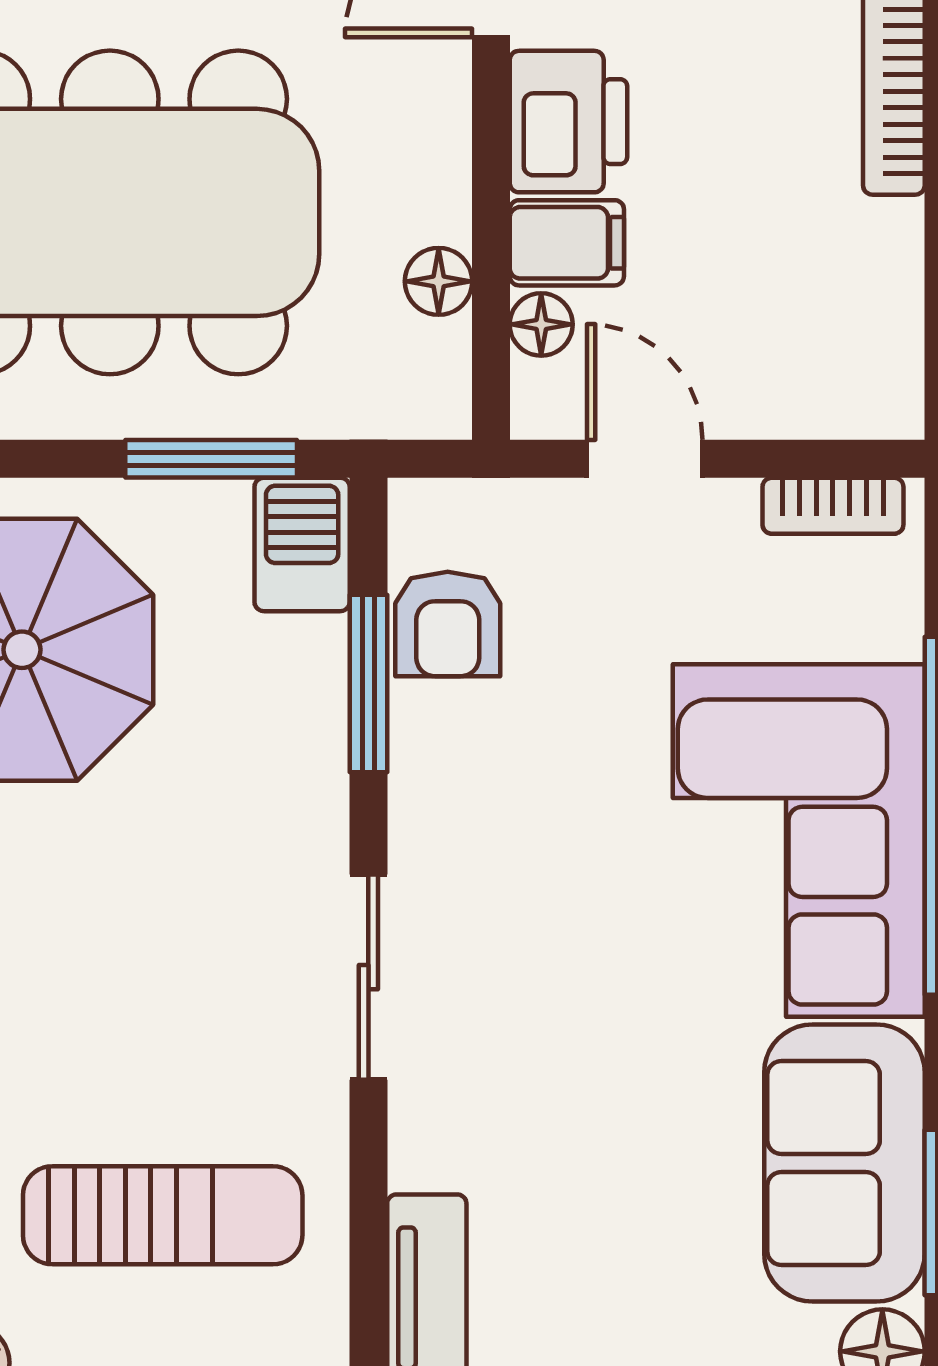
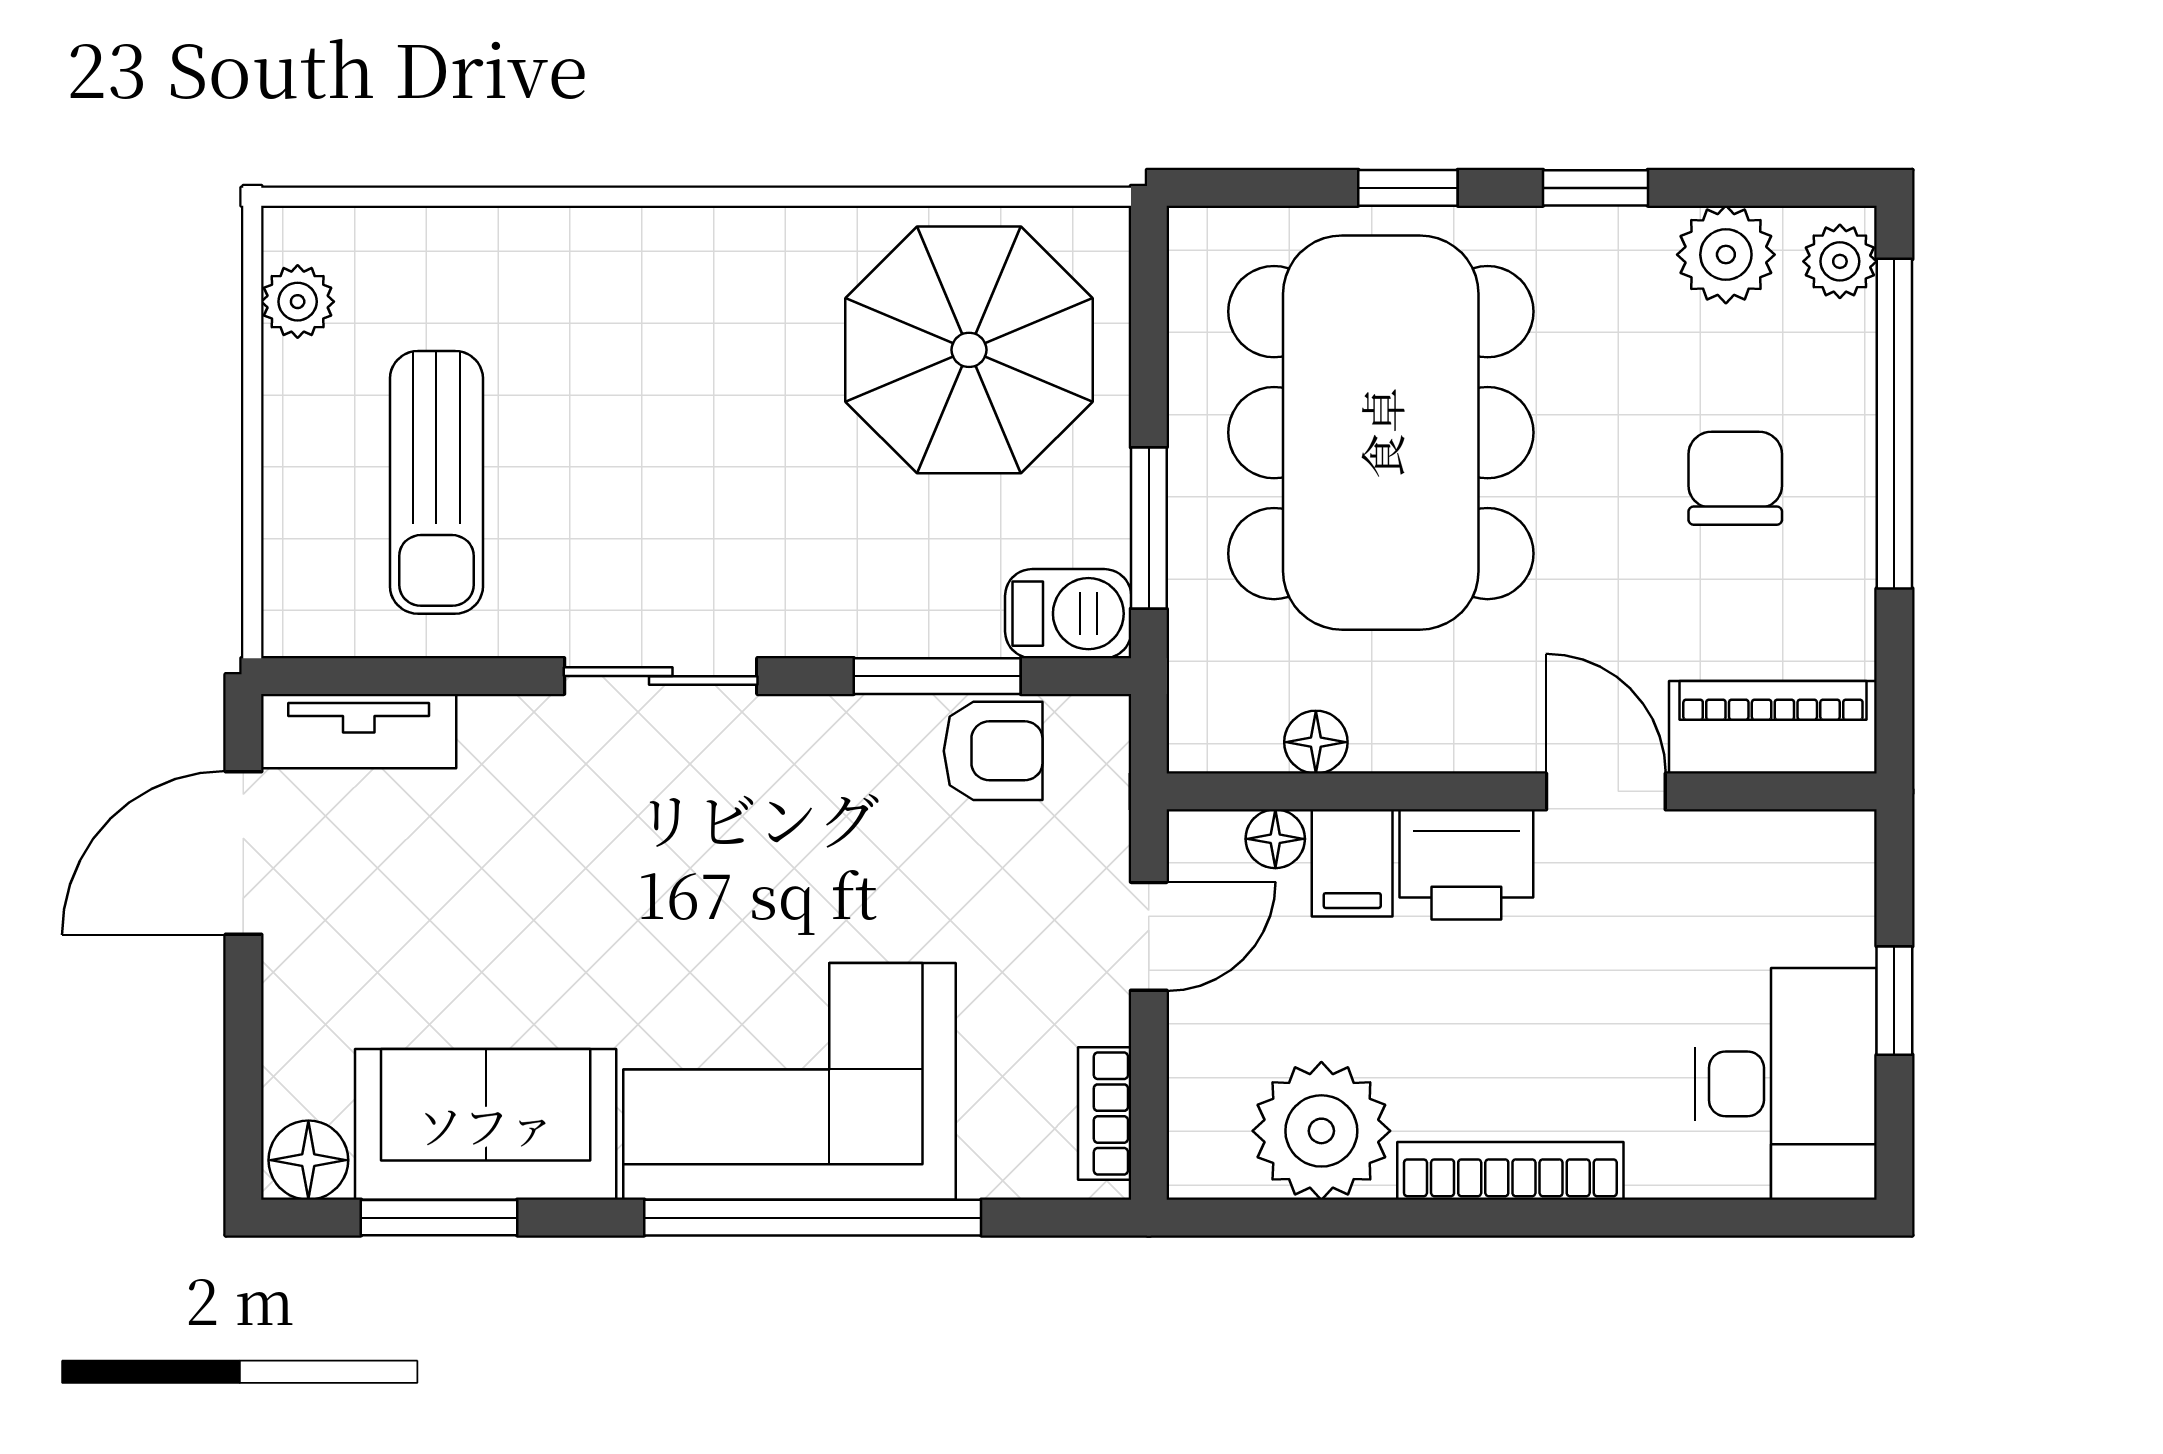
plant: (851, 276) -> (1321, 1131), added
armchair: (448, 624) -> (993, 751), turned 180

